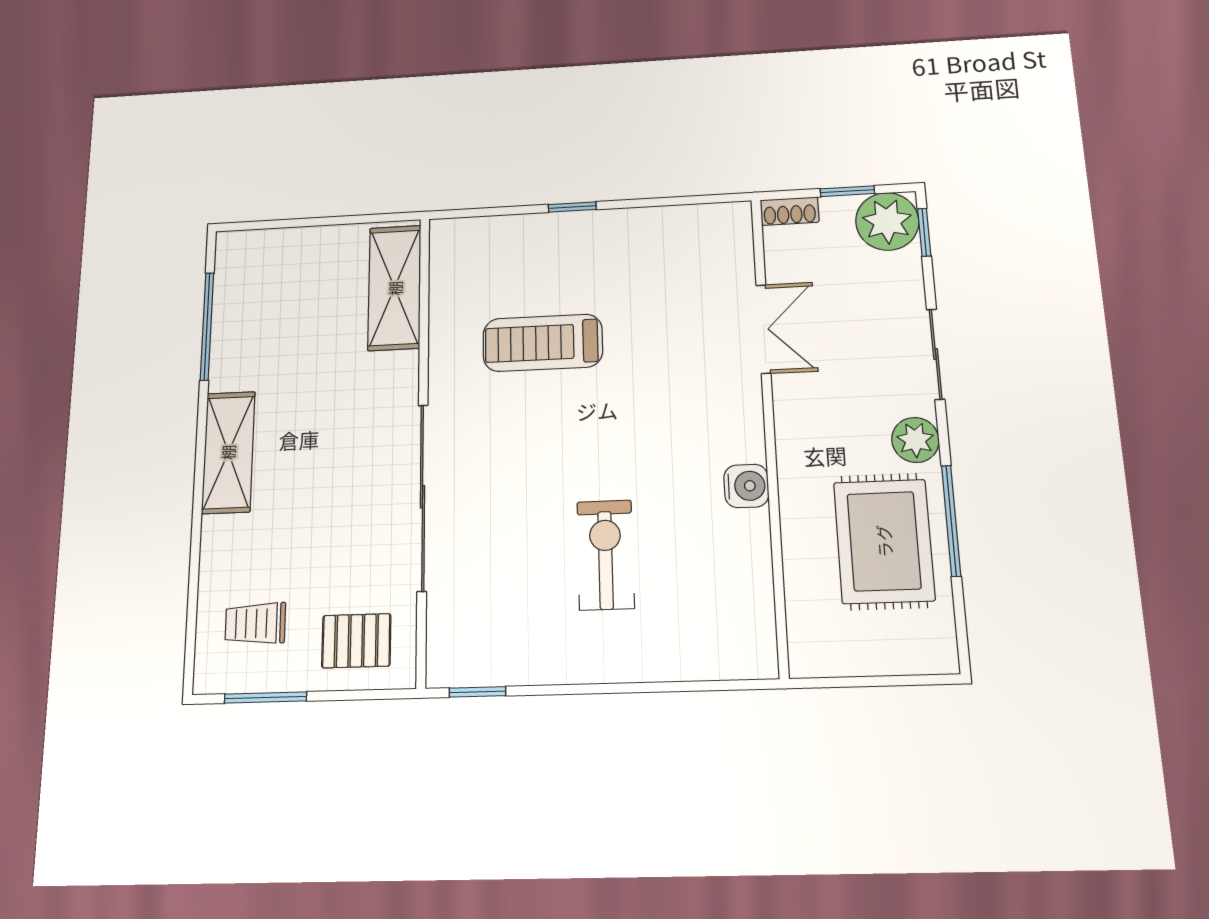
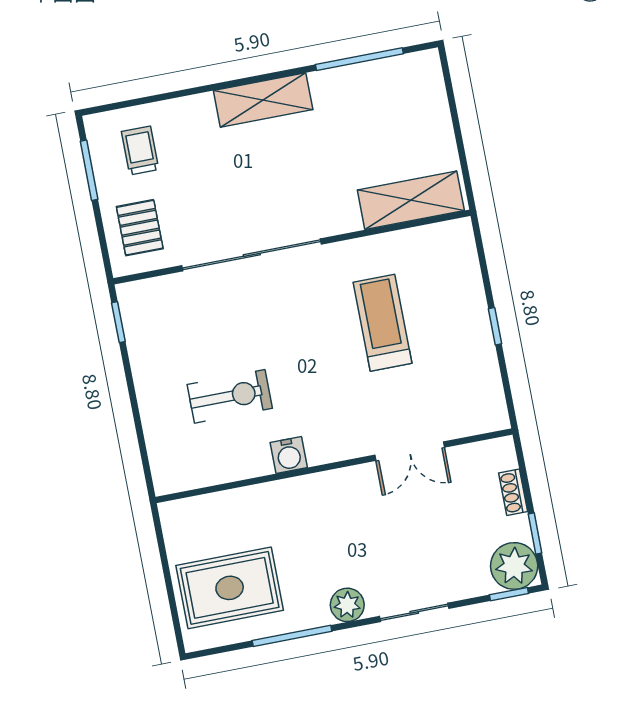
double door: (764, 329) -> (410, 451), moved
wall: (769, 428) -> (334, 466), moved
water cooler: (746, 486) -> (289, 455), moved
rug: (884, 541) -> (230, 588), moved

